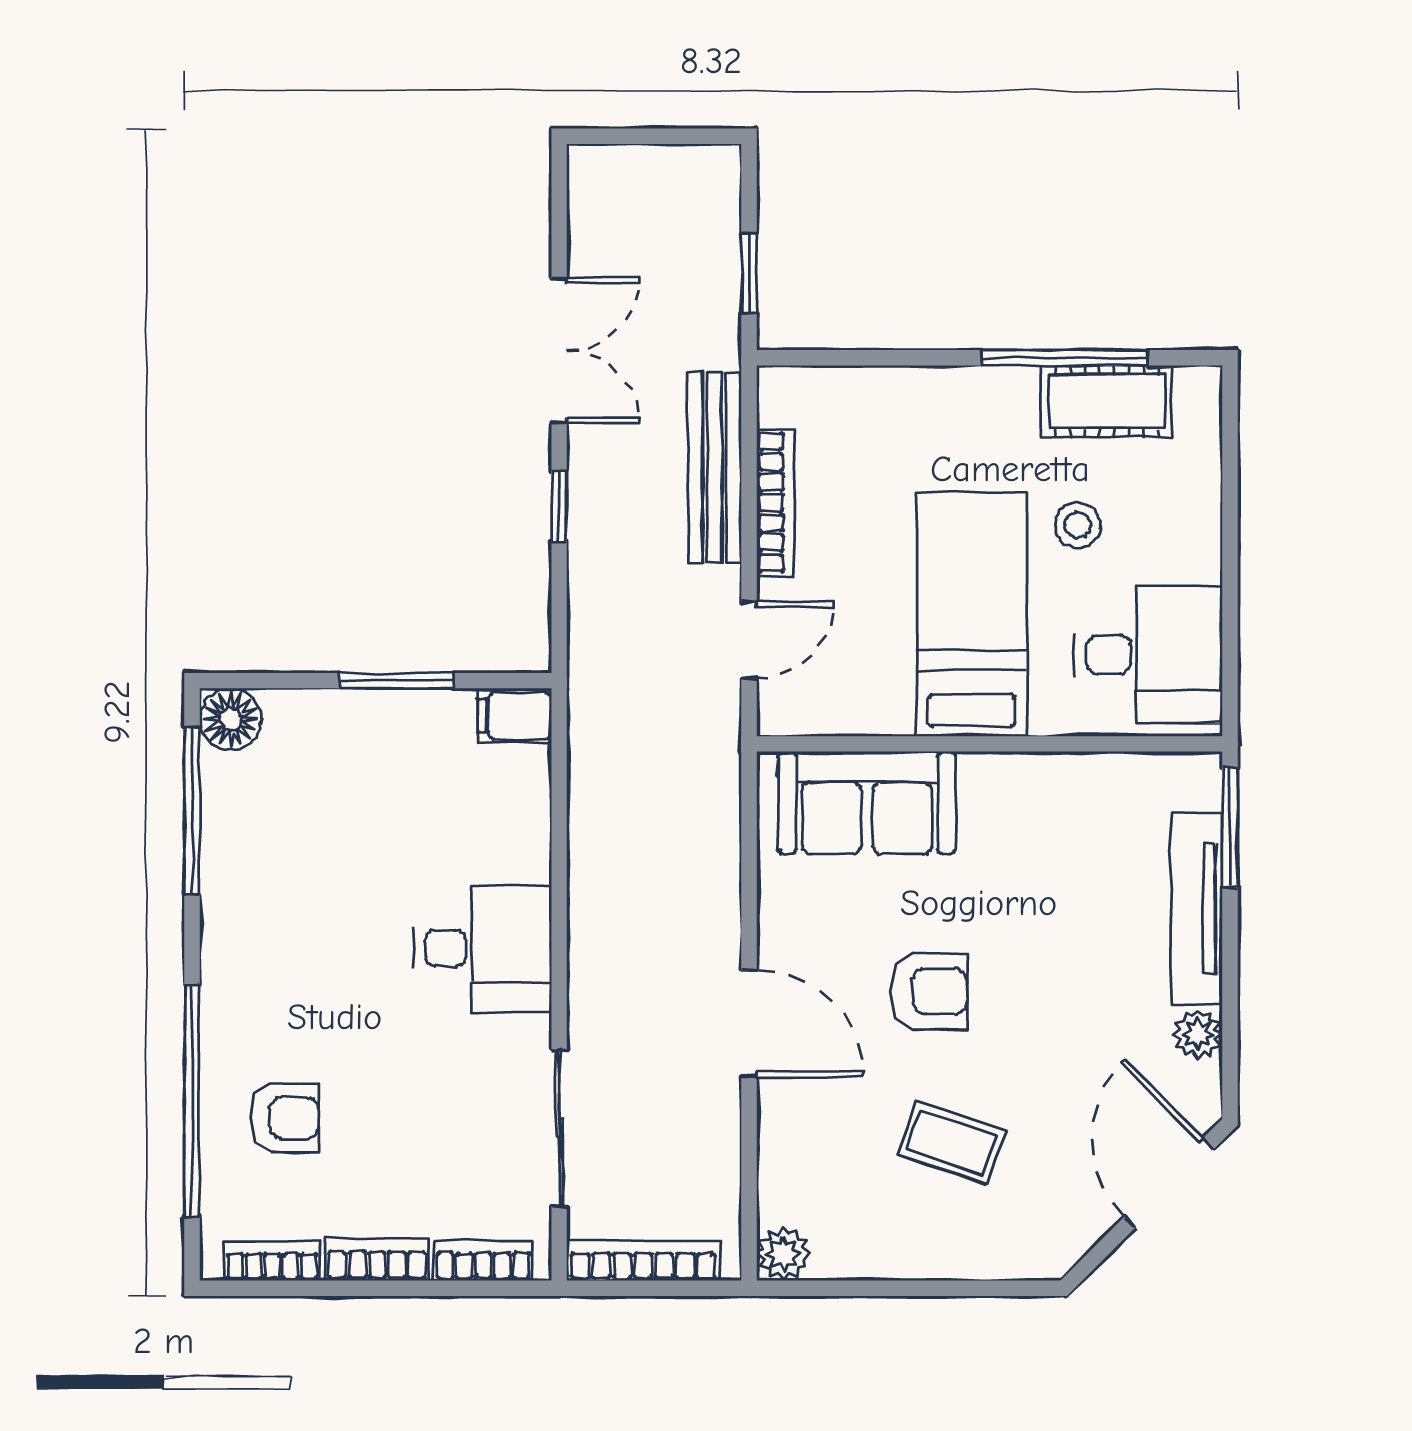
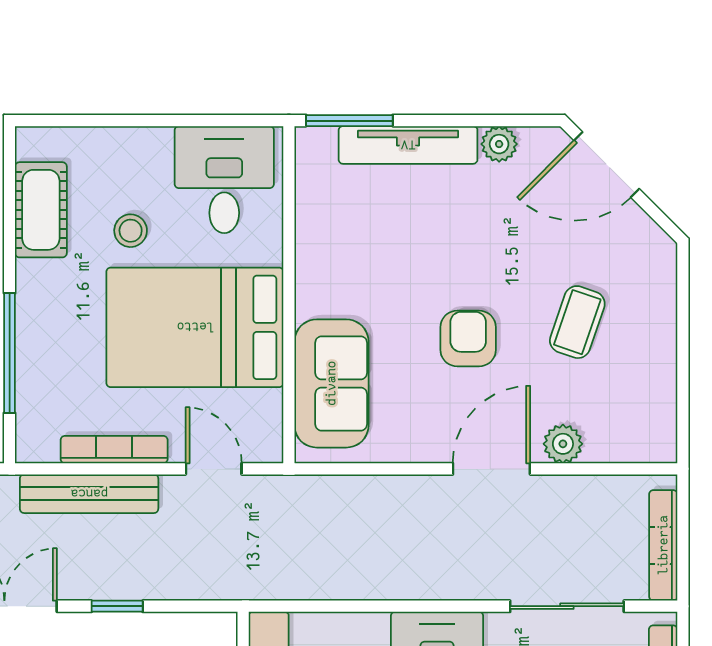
window: (1065, 358) -> (10, 353), moved
bed: (972, 614) -> (195, 327), width x1.50
plant: (783, 1254) -> (563, 444), moved

